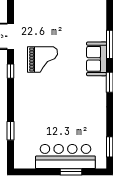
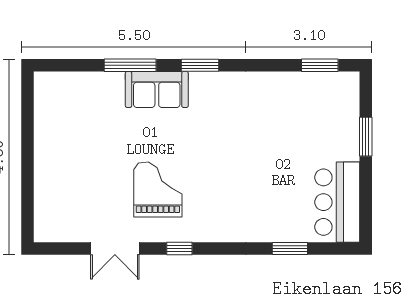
bar counter: (65, 156) -> (337, 202), moved, width x0.73

